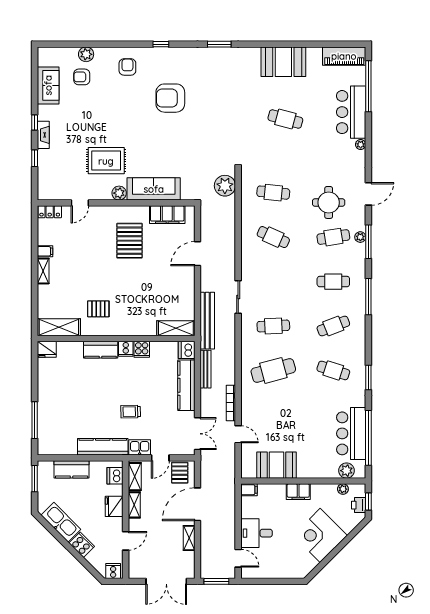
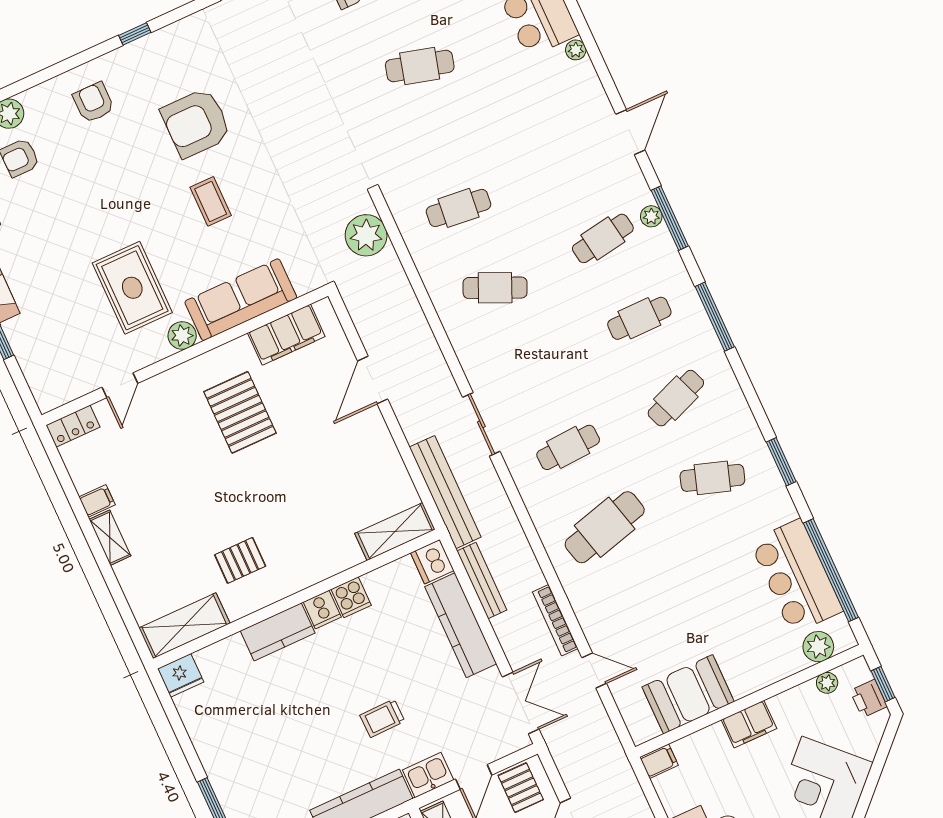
coffee table: (161, 137) -> (211, 201), added
rug: (106, 161) -> (132, 288), turned 90
round table: (329, 202) -> (566, 180), removed

